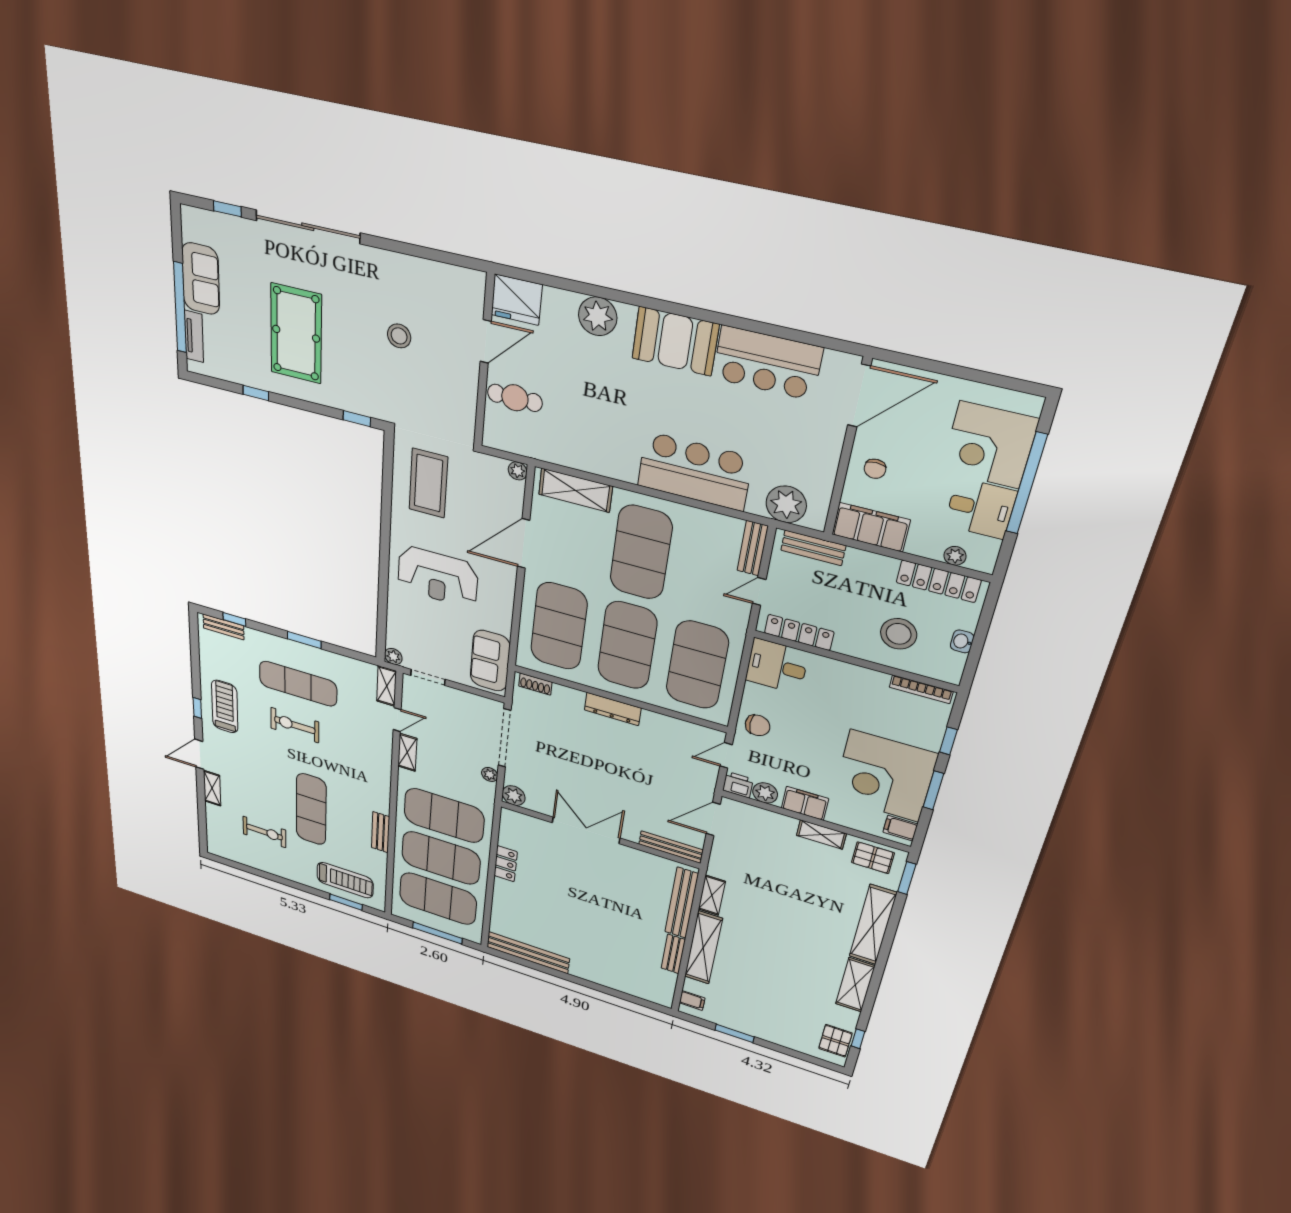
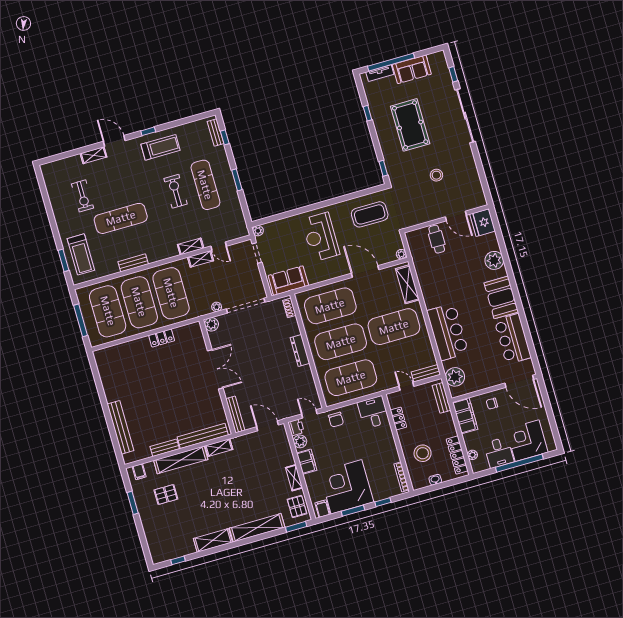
pool table: (296, 334) -> (410, 125), turned 90
locker: (799, 632) -> (398, 419), width x0.66
shelving: (387, 686) -> (191, 246), moved
bench: (528, 953) -> (120, 427), moved
pallet: (835, 1041) -> (166, 494), moved

